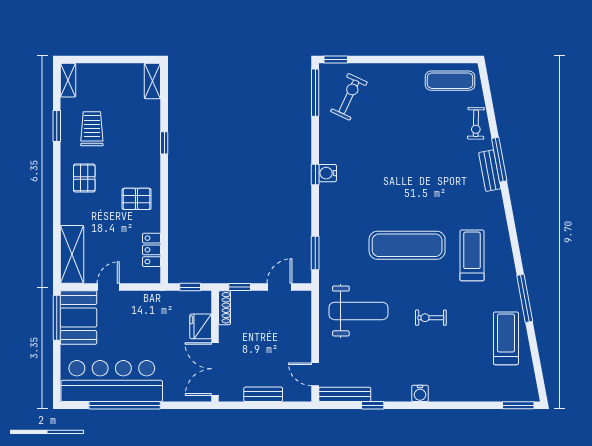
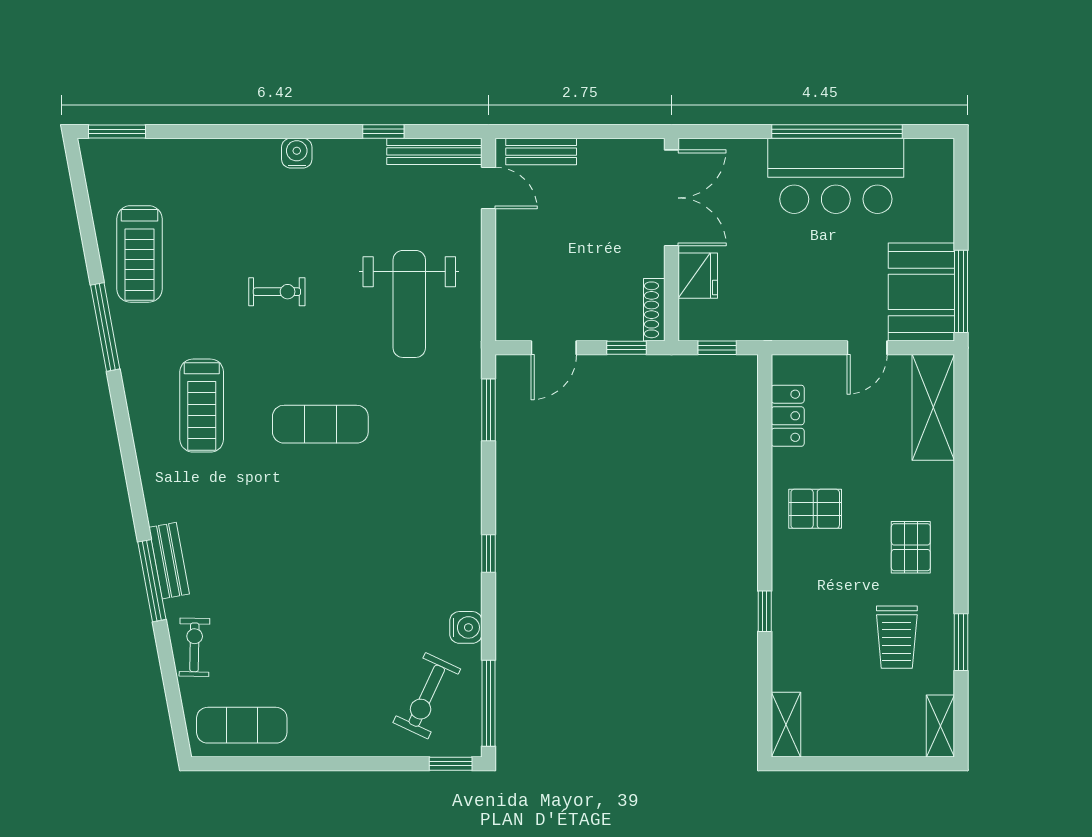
water cooler: (328, 173) -> (466, 627), moved
exercise mat: (407, 245) -> (320, 424), width x0.73, depth x0.69
weight bench: (358, 311) -> (409, 304), turned -90
bar counter: (112, 381) -> (836, 176), width x0.73
bench: (263, 394) -> (541, 152), moved

